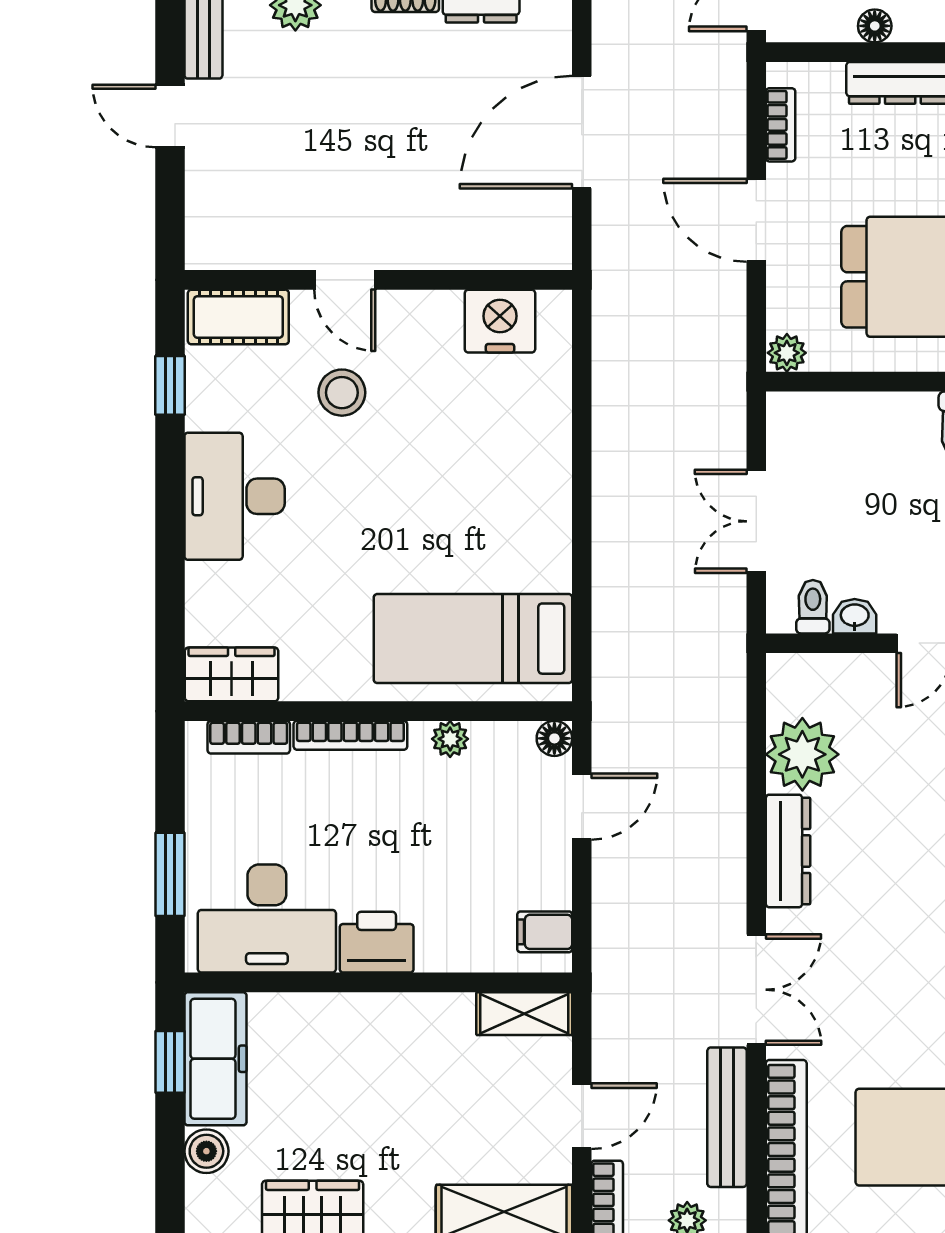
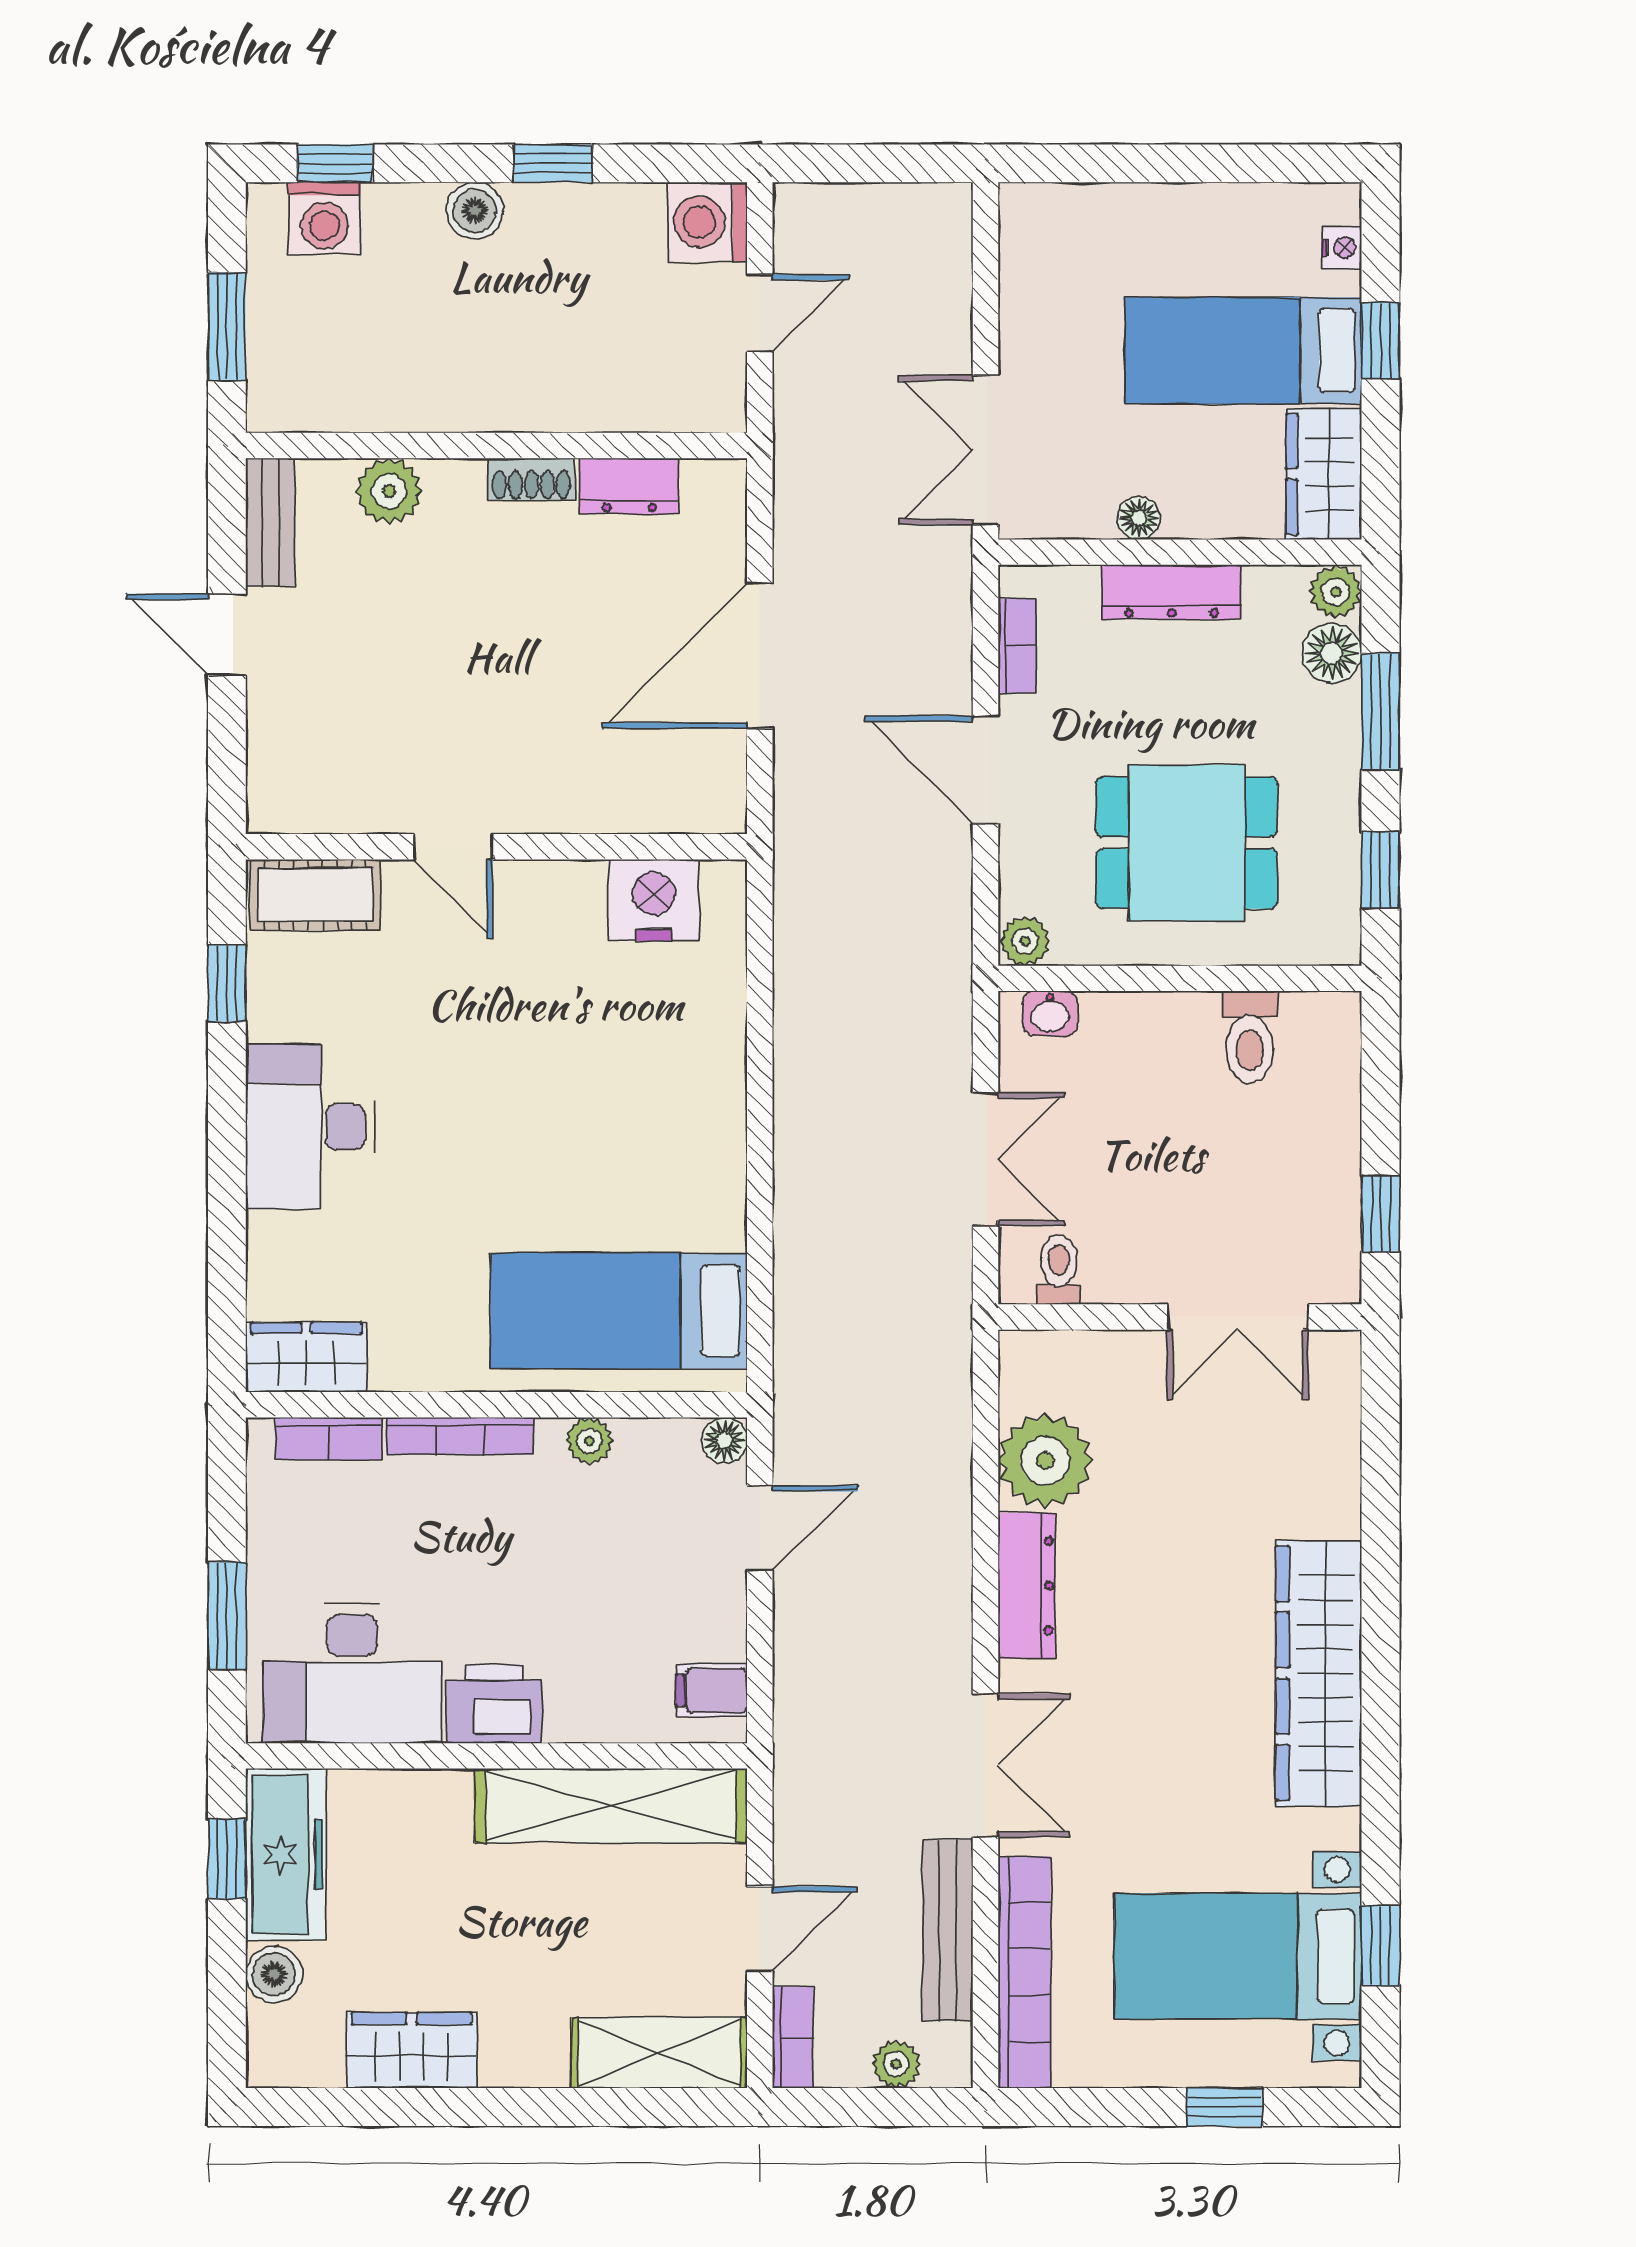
stool: (342, 393) -> (449, 993), removed
double door: (756, 521) -> (985, 1159), swing flipped
washbasin: (855, 616) -> (1050, 1013), moved, turned 180
shelving: (524, 1014) -> (611, 1806), width x2.20, depth x1.33

